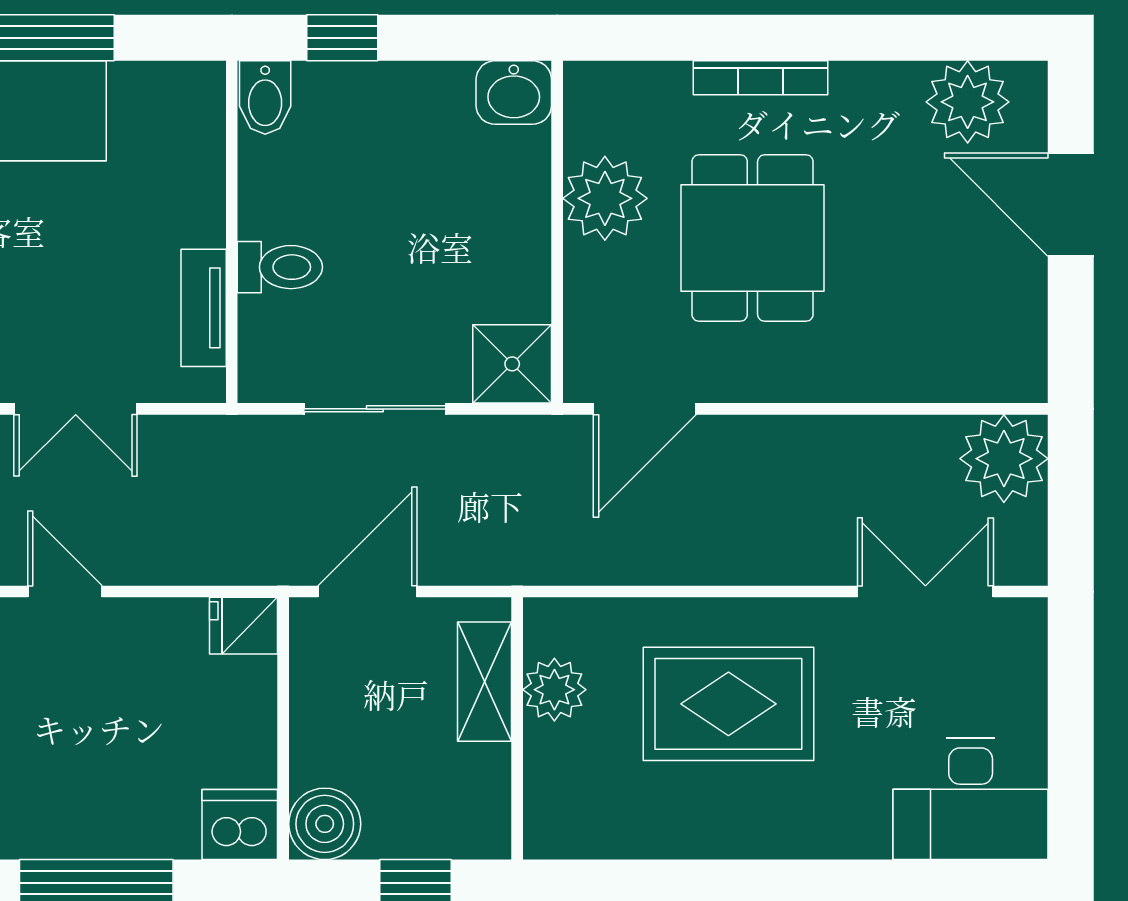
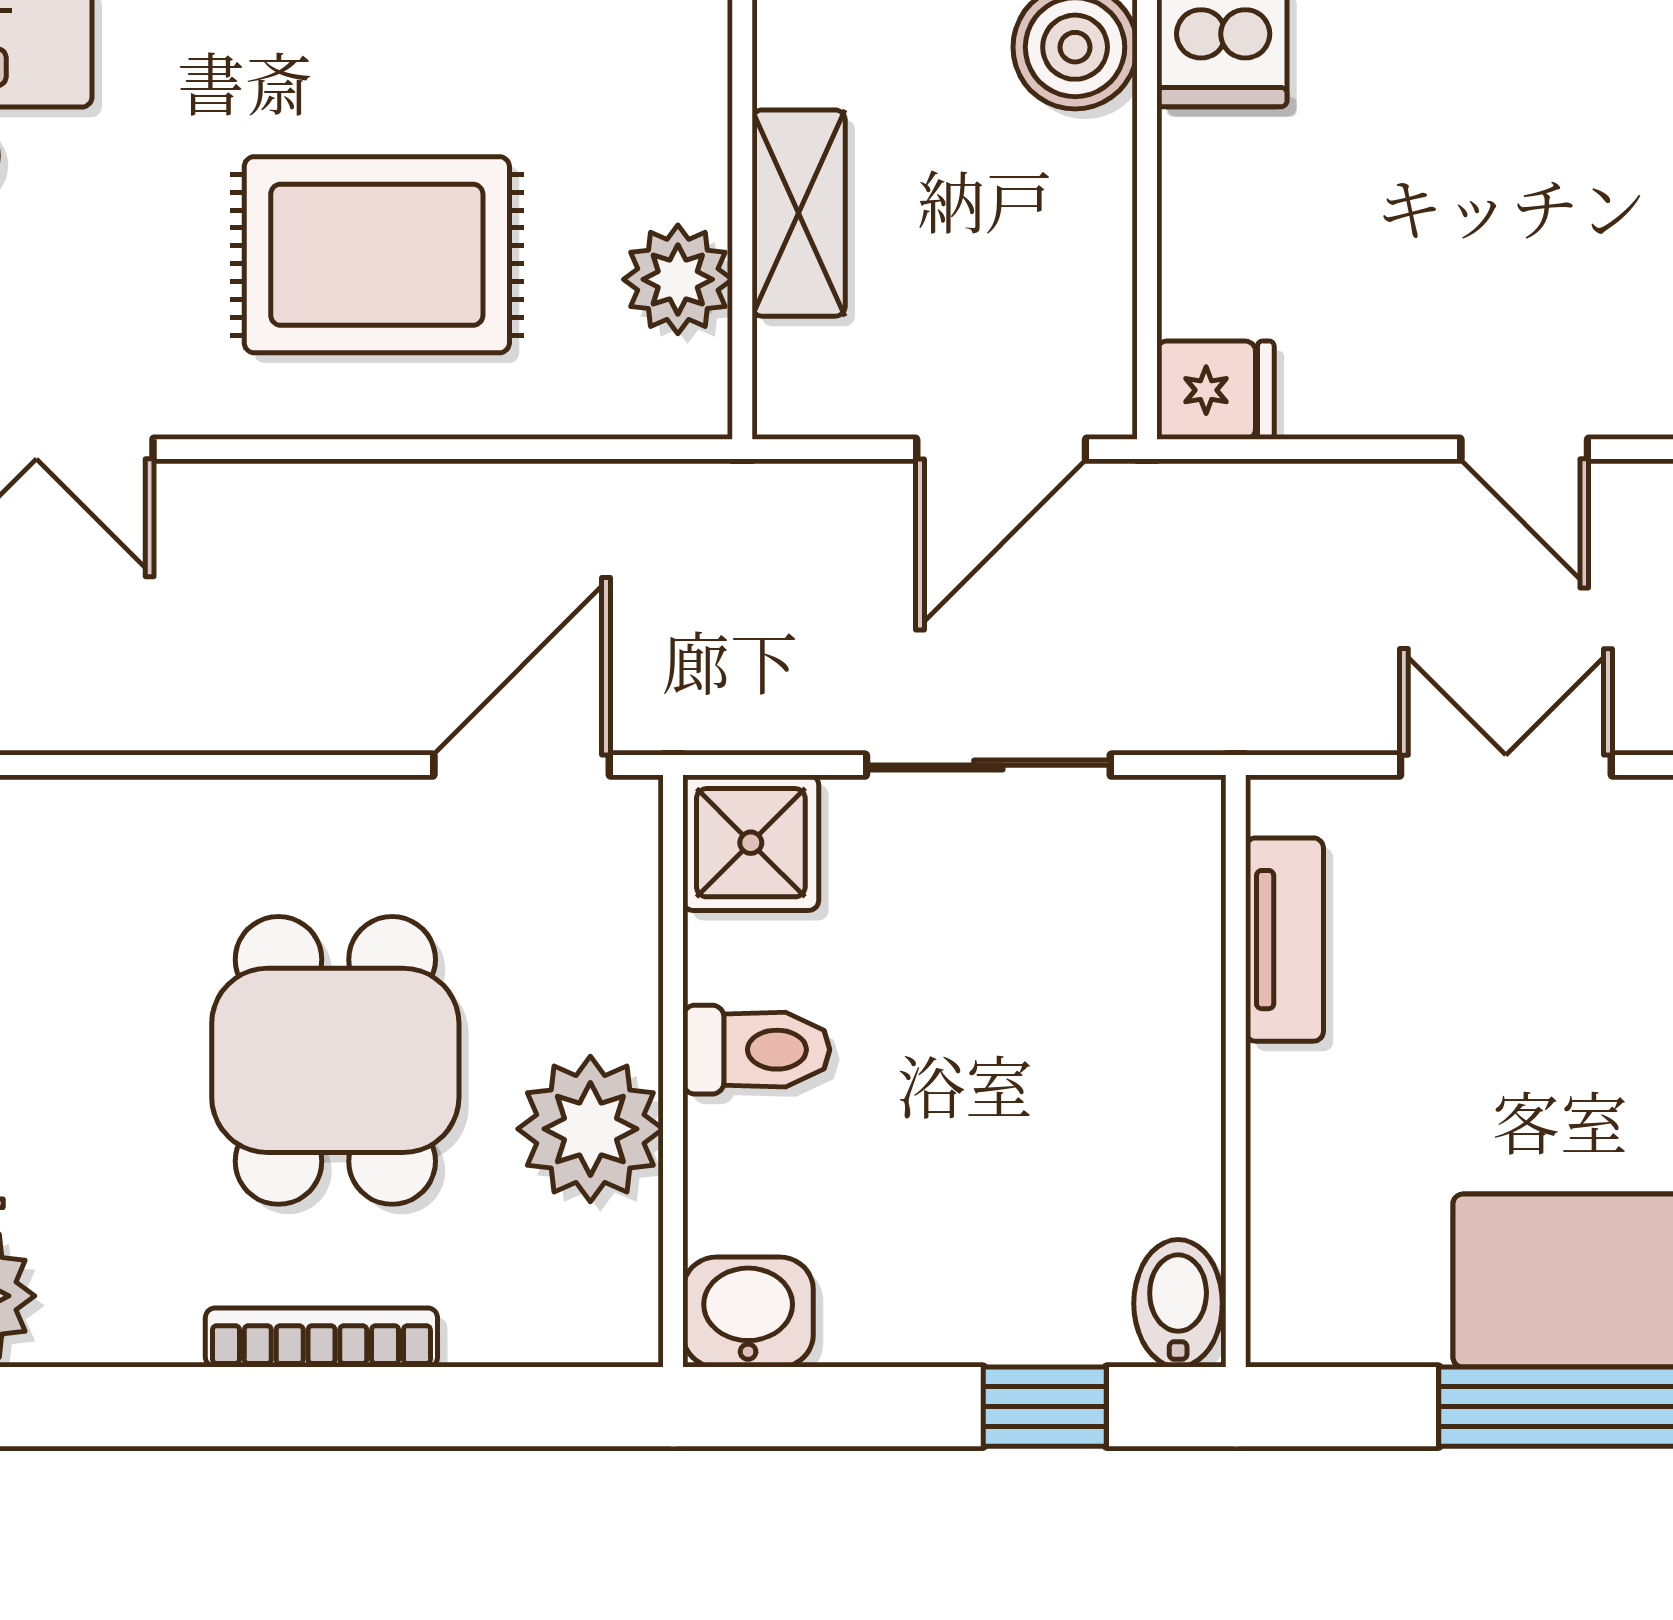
toilet: (280, 267) -> (756, 1050), moved, turned 180
shelving: (485, 682) -> (799, 213), moved

